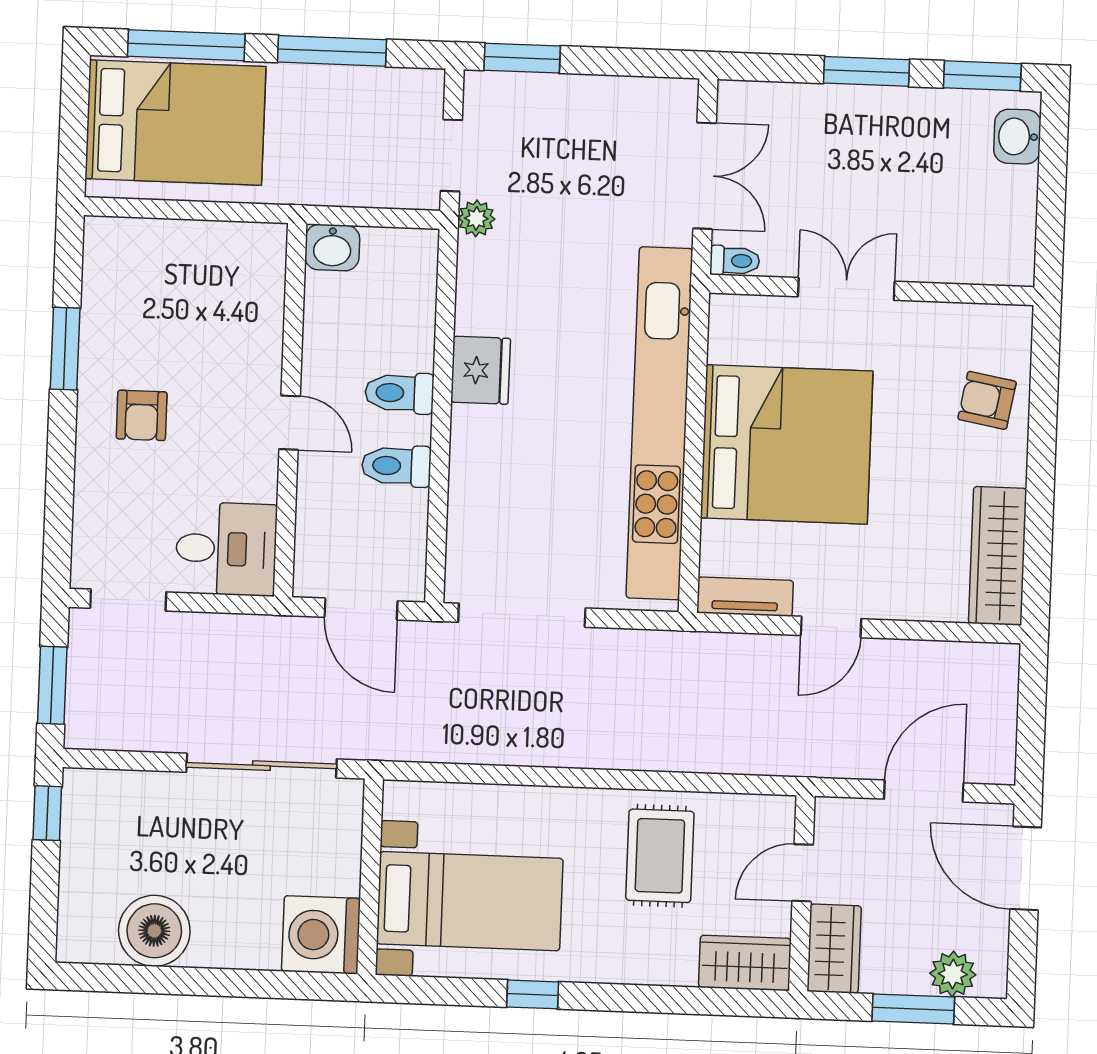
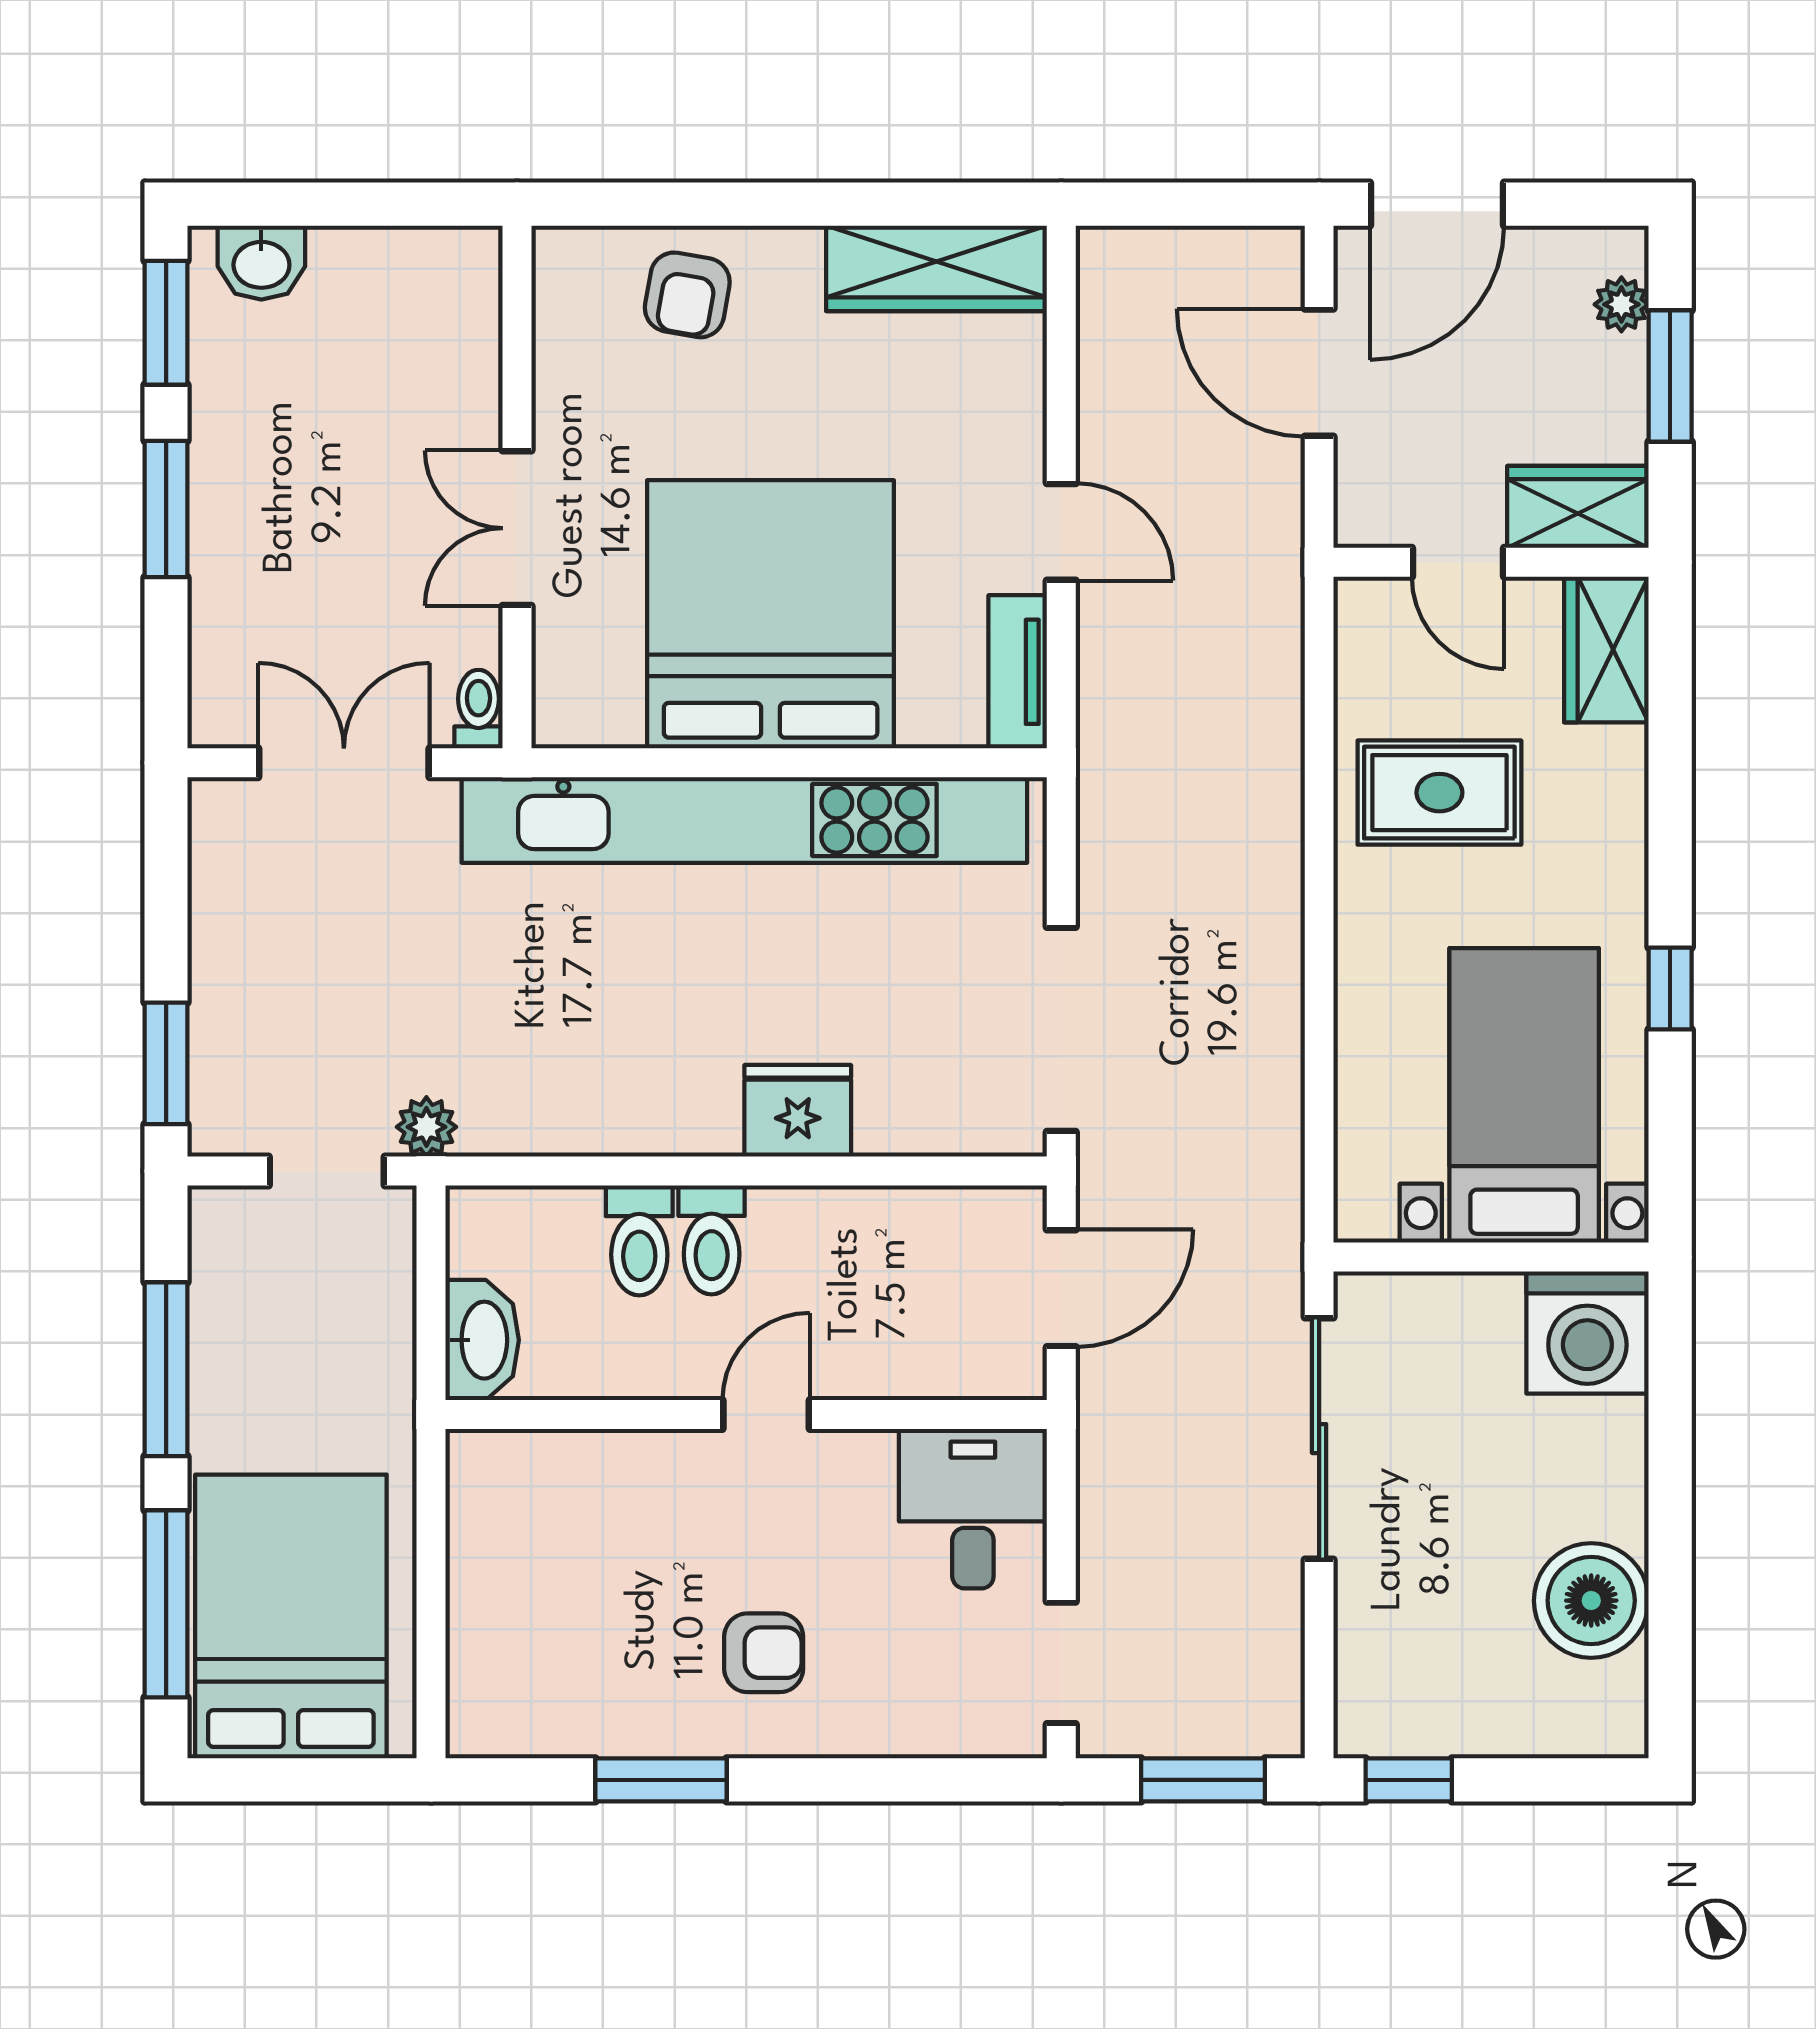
washbasin: (332, 248) -> (482, 1340), width x1.38
fridge: (481, 370) -> (798, 1111), moved
toilet: (396, 466) -> (639, 1240), moved
plant: (953, 974) -> (1621, 304), width x0.73, depth x0.73

